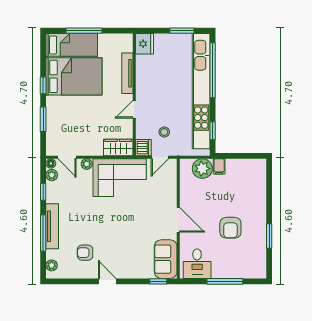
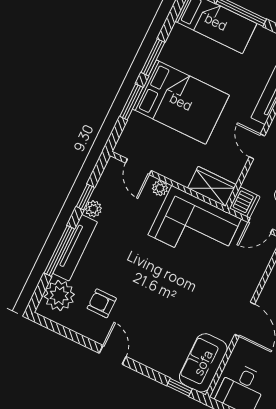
bed: (74, 76) -> (181, 102), moved
window: (43, 85) -> (153, 57), width x1.50
door: (134, 109) -> (257, 146), hinge flipped
floor lamp: (51, 163) -> (113, 165), removed
plant: (52, 175) -> (93, 209), moved
plant: (52, 265) -> (59, 295), width x1.88, depth x1.88

